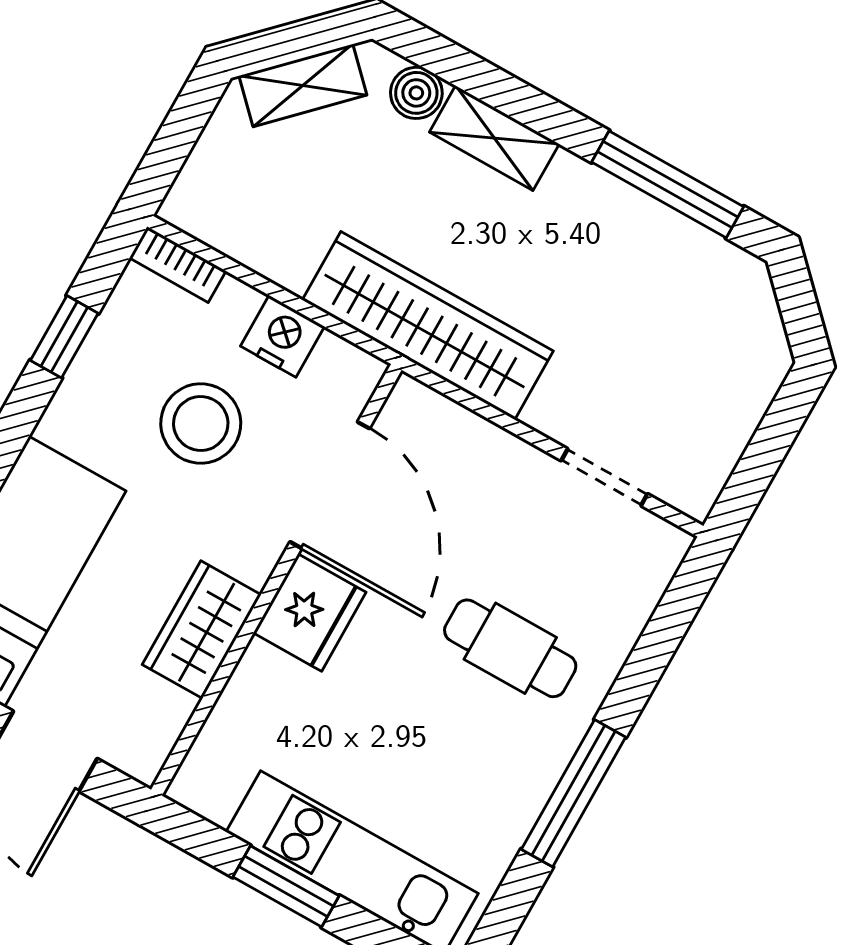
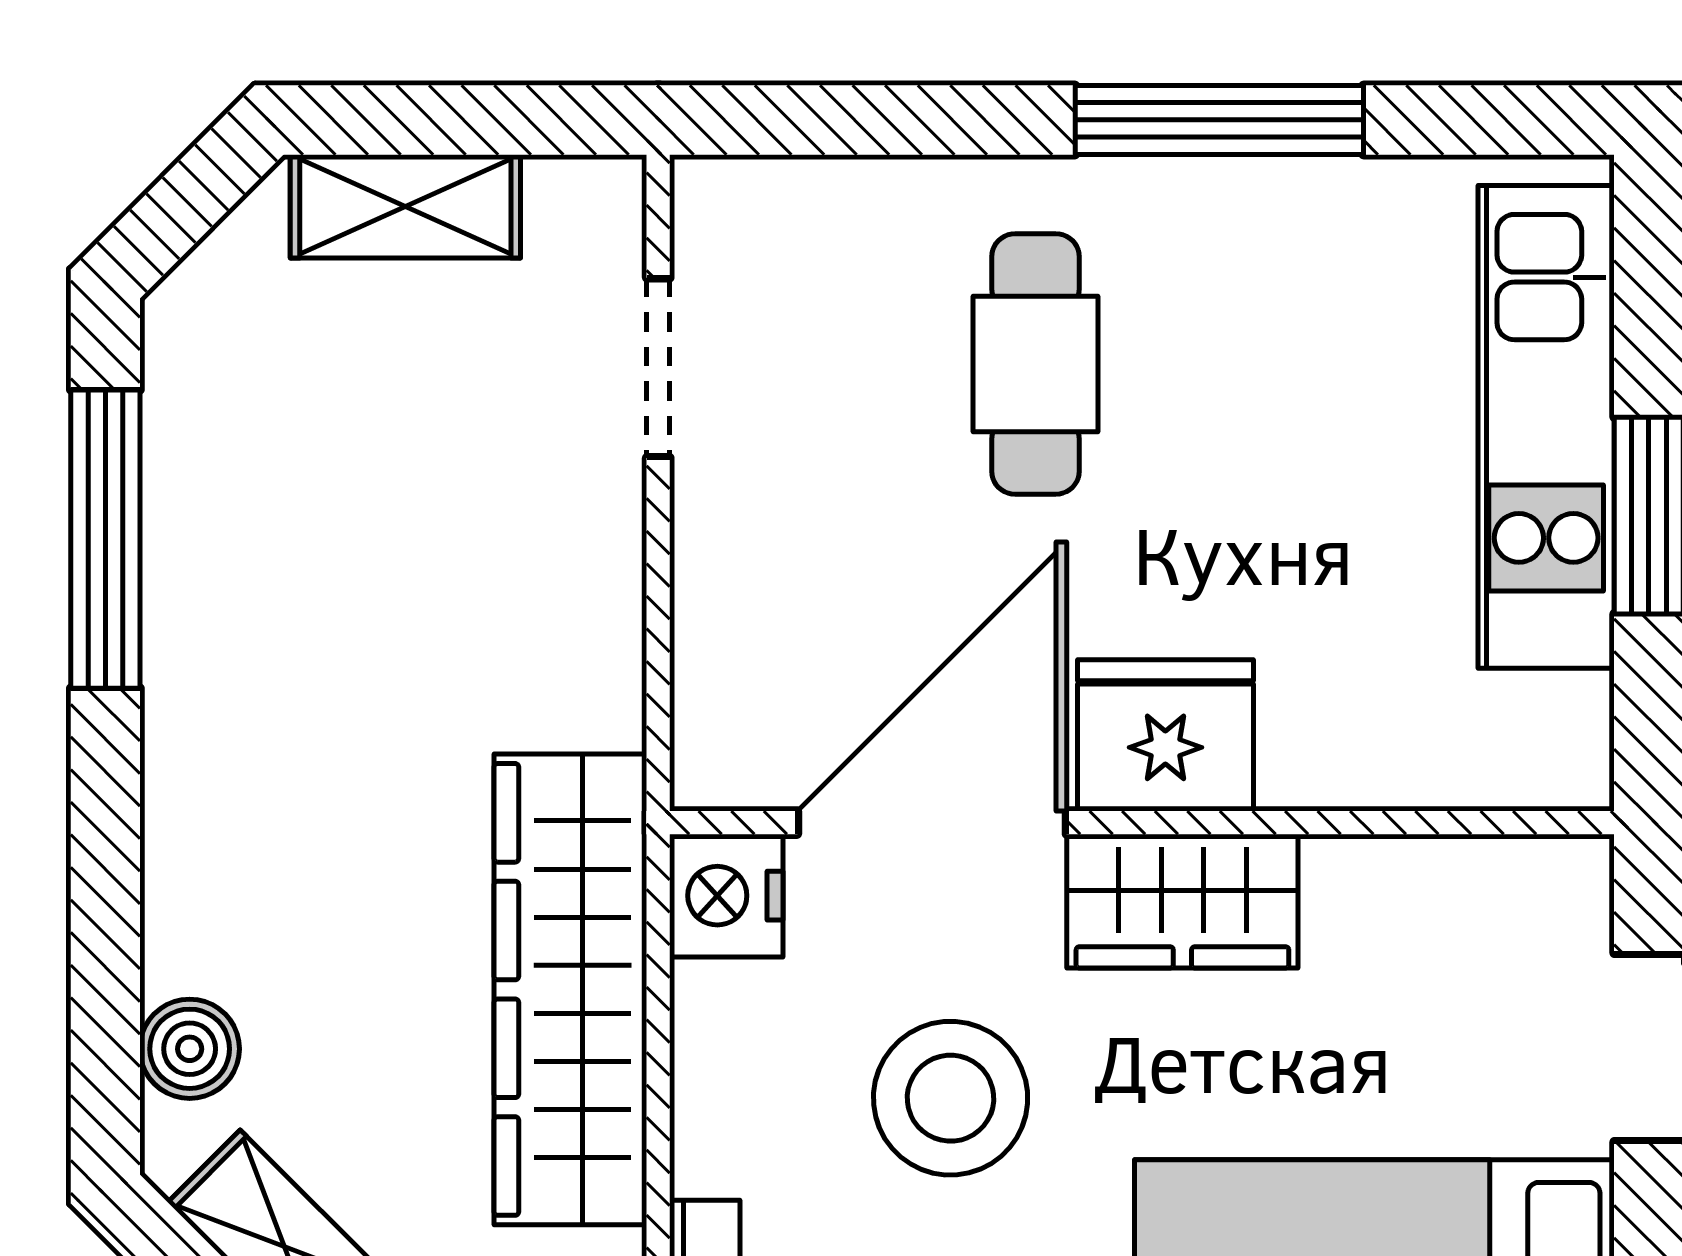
shelving: (494, 138) -> (405, 206), moved, turned 90
wardrobe: (428, 326) -> (570, 989), moved
nightstand: (282, 336) -> (726, 896), moved
wardrobe: (202, 630) -> (1182, 901), moved

